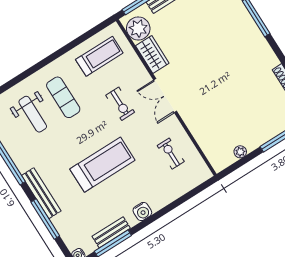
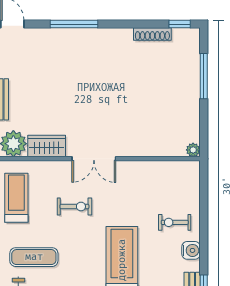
plant: (240, 152) -> (193, 150), moved
exercise bike: (171, 154) -> (175, 222), moved

